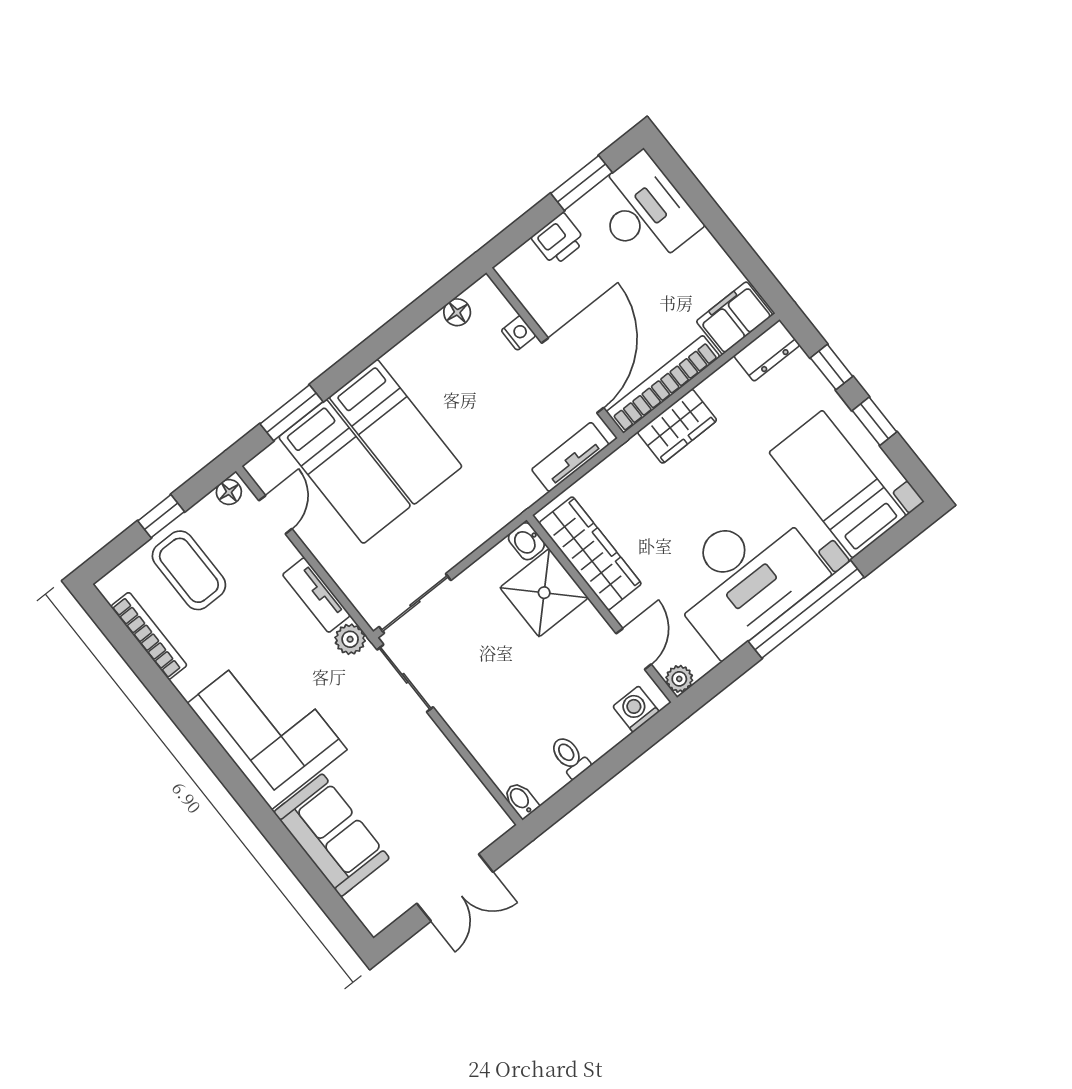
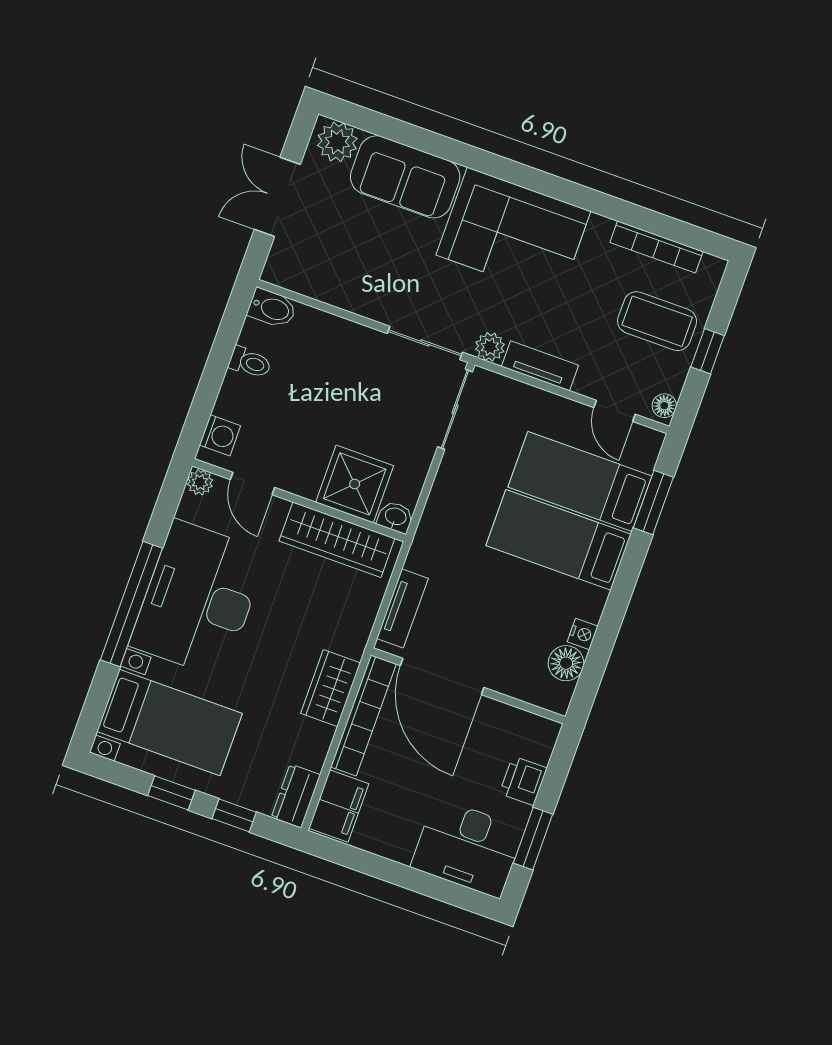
floor lamp: (457, 312) -> (566, 663), width x1.37, depth x1.37
nightstand: (519, 333) -> (583, 634), moved, turned -90
bidet: (521, 800) -> (272, 308), width x1.38, depth x1.36
plant: (372, 903) -> (337, 142), added

